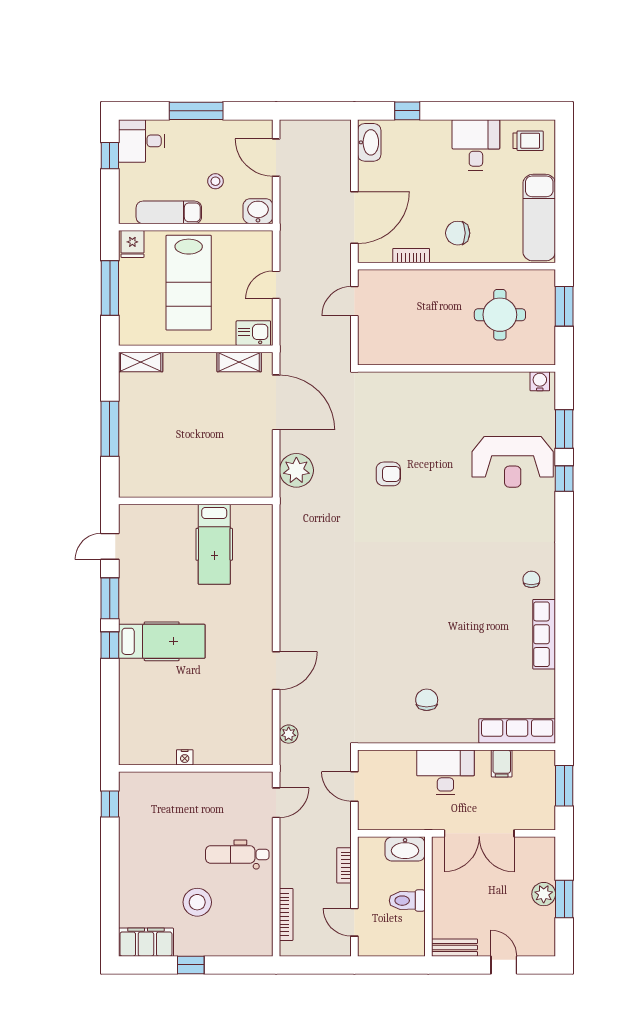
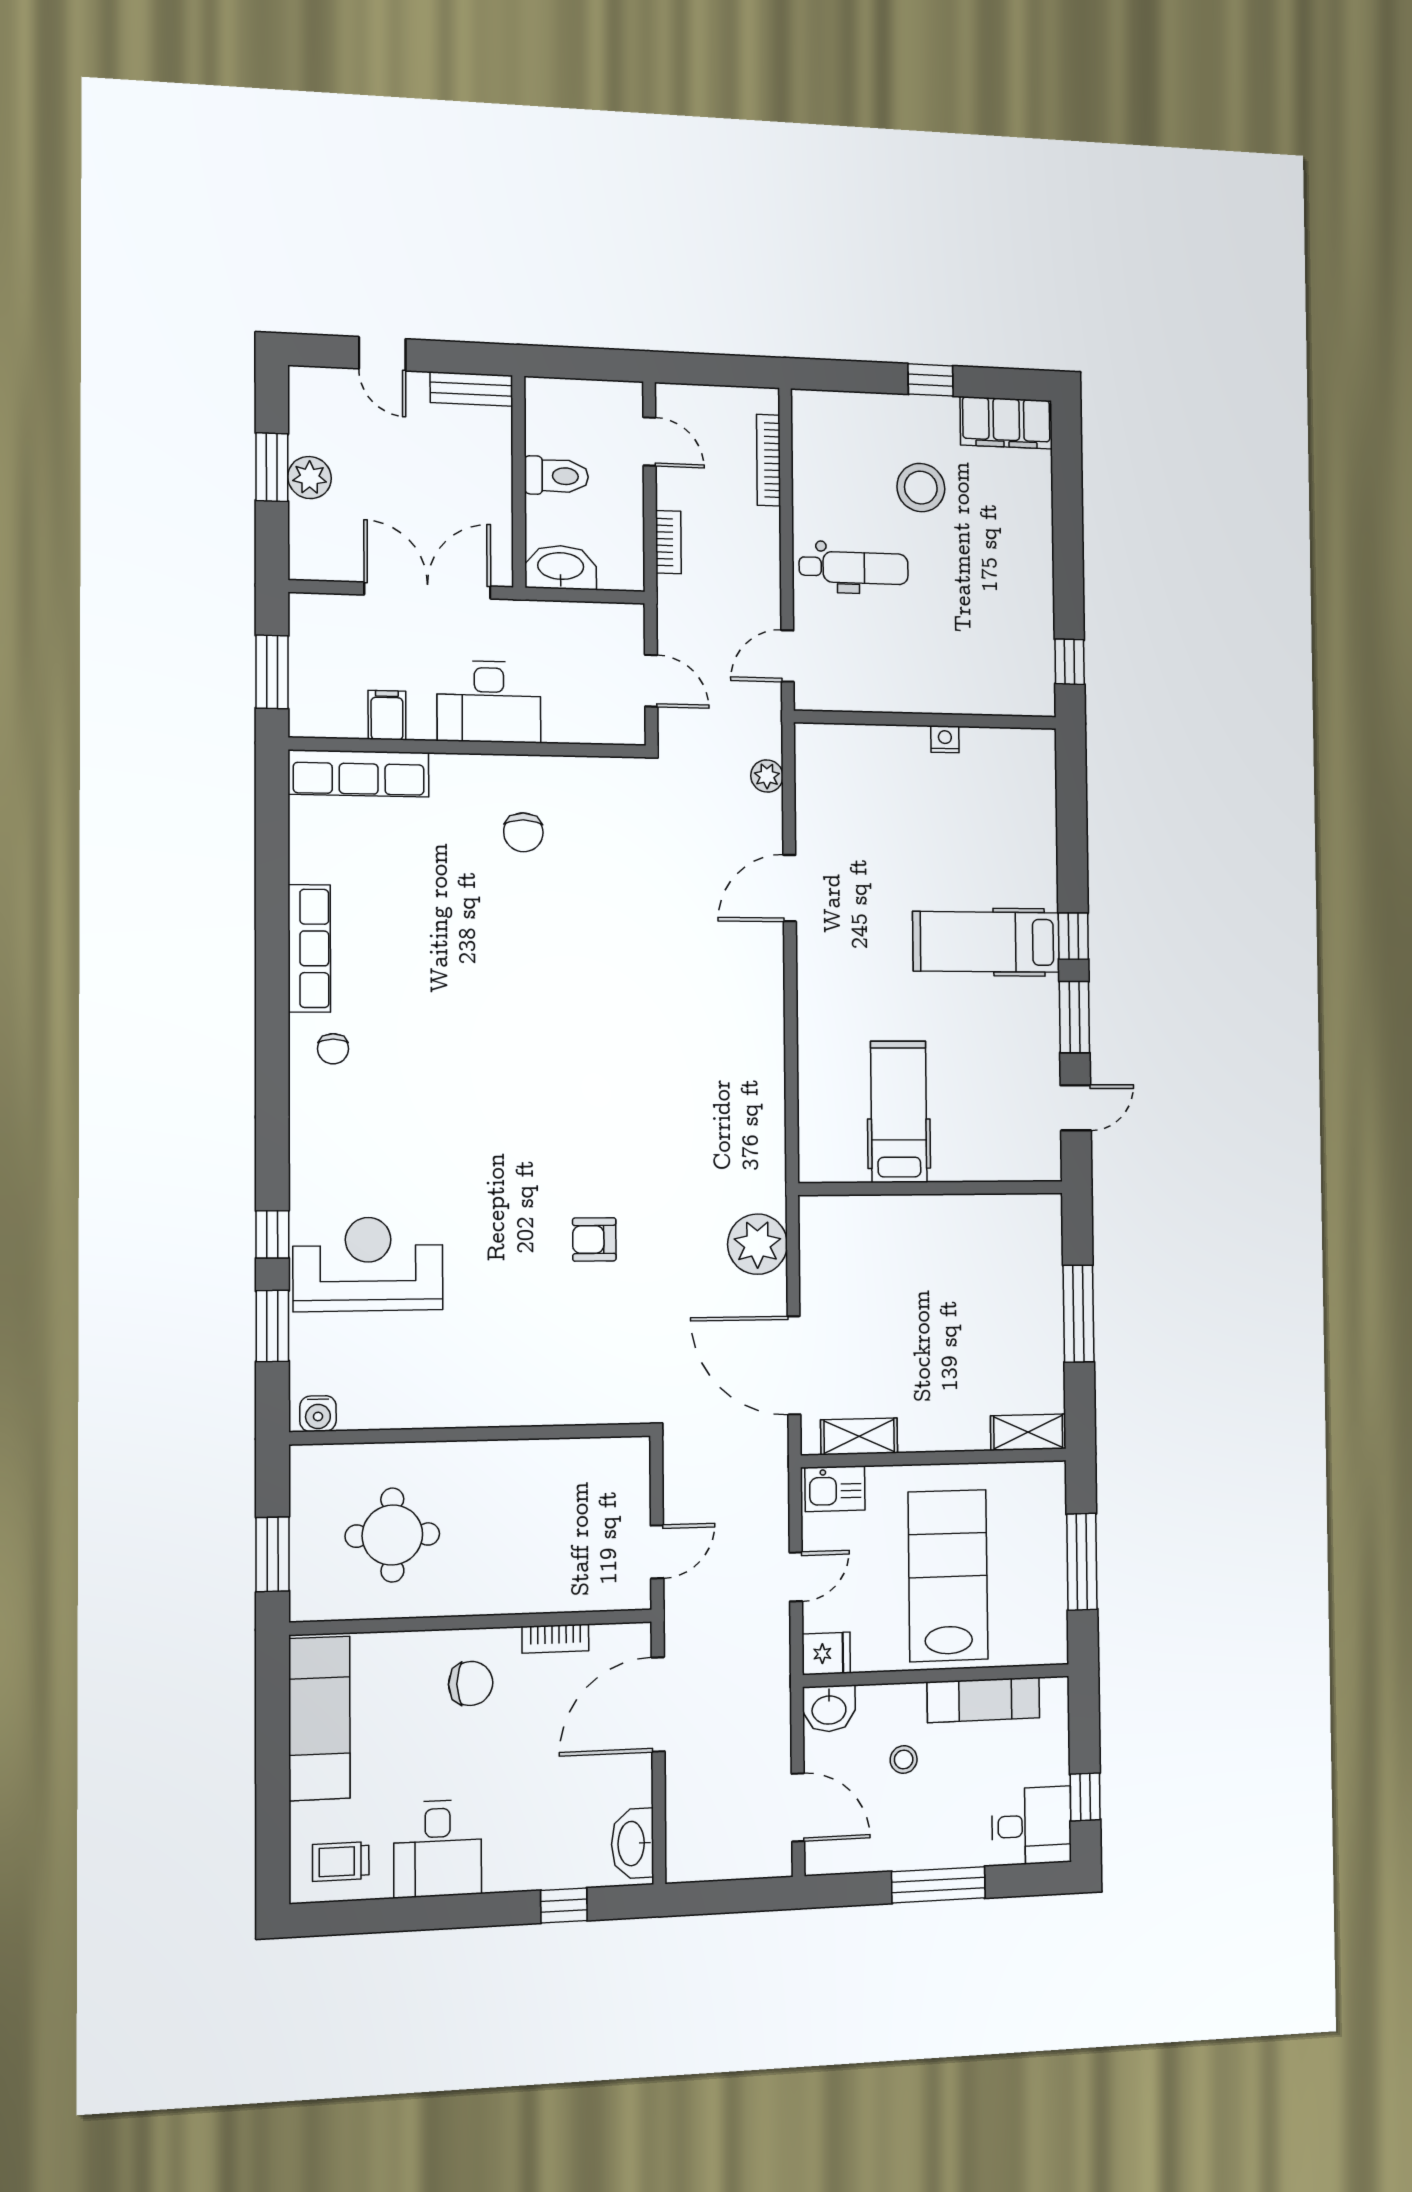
fridge: (132, 244) -> (826, 1653), moved, turned 90

